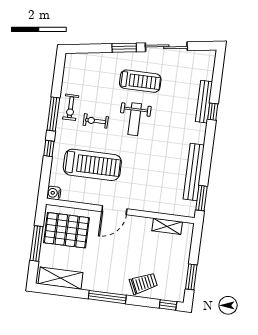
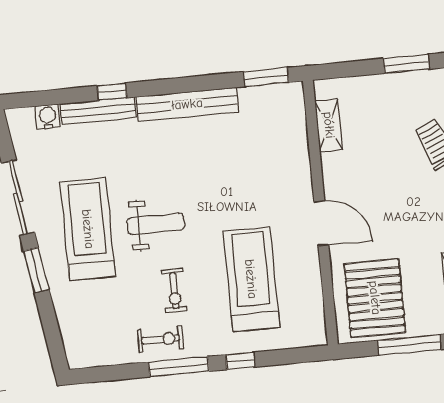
treadmill: (140, 81) -> (88, 229), width x1.37, depth x1.38
bench: (194, 172) -> (187, 104), moved
water cooler: (54, 193) -> (48, 117), moved, turned 180

